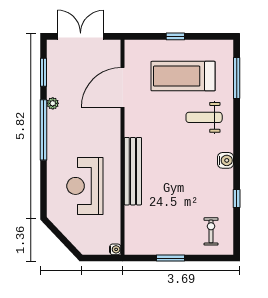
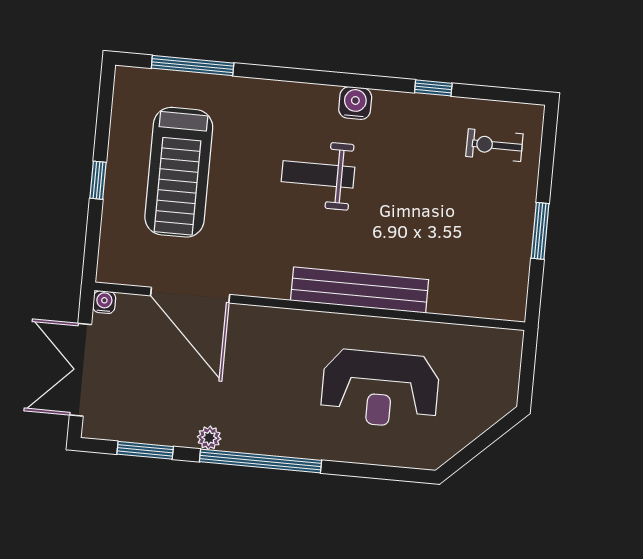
weight bench: (204, 117) -> (318, 174), moved, turned 90
water cooler: (115, 249) -> (104, 302), moved

